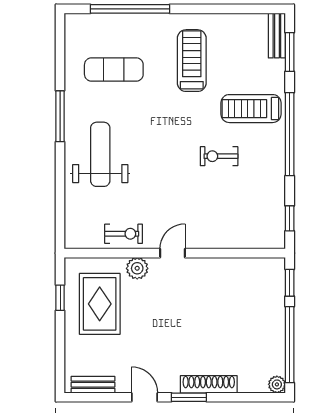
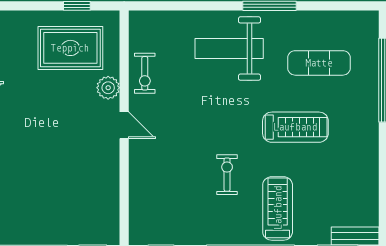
treadmill: (192, 61) -> (295, 127), moved
exercise mat: (114, 70) -> (319, 63), turned 90
weight bench: (100, 154) -> (229, 49), turned 180

